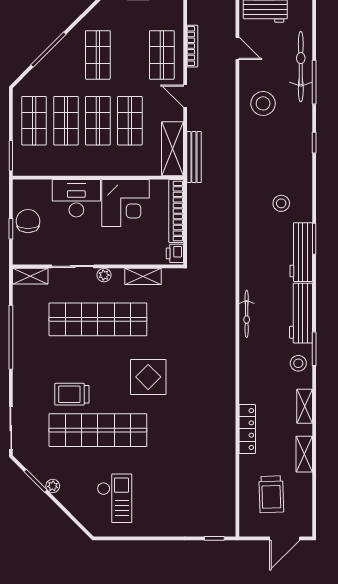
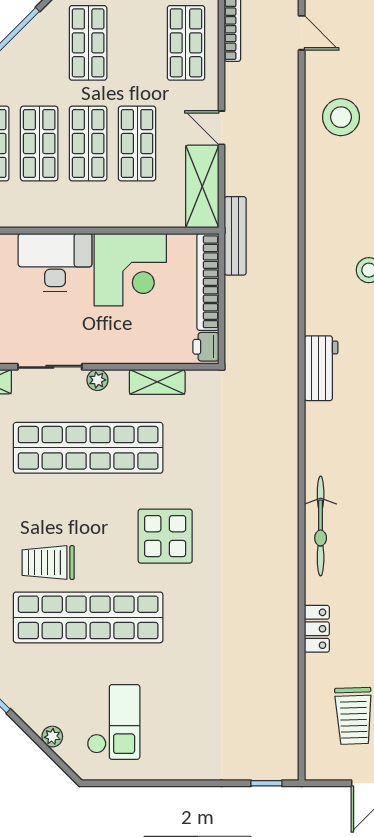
door: (185, 96) -> (222, 128), moved
bench: (194, 157) -> (235, 236), moved
workbench: (250, 267) -> (321, 368), added
bicycle: (247, 314) -> (321, 526), moved, width x1.37, depth x1.40
locker: (247, 429) -> (317, 629), width x0.66
plant: (53, 486) -> (52, 737), moved

